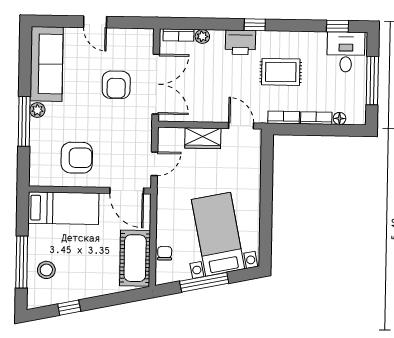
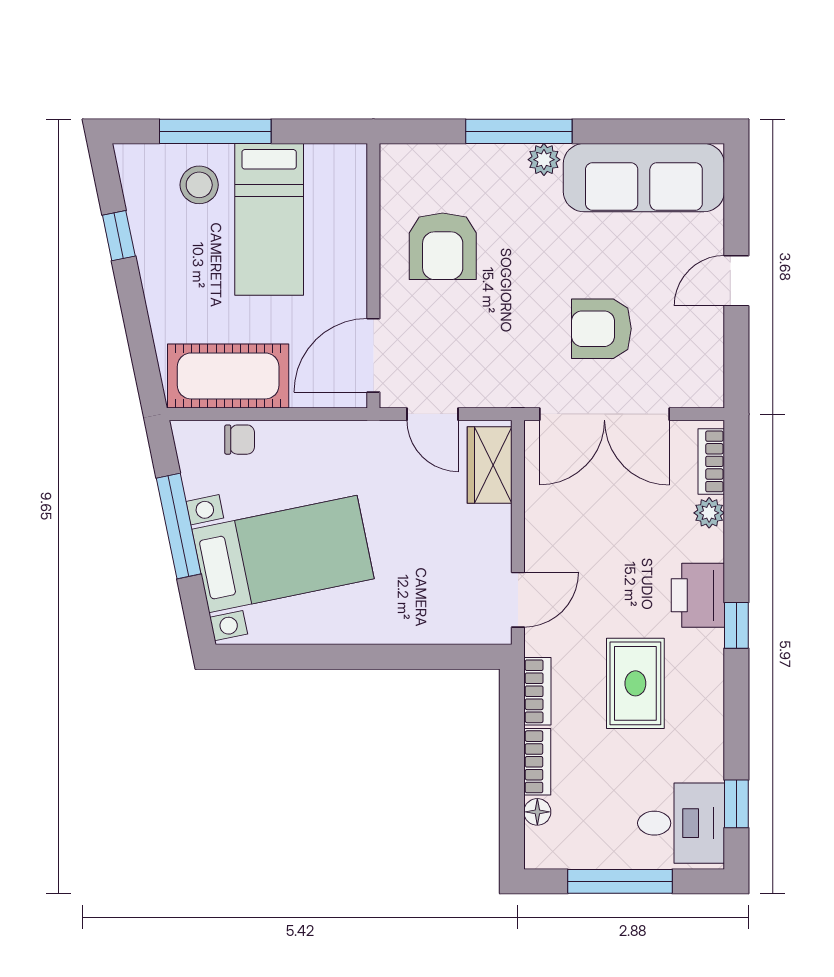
wardrobe: (203, 138) -> (490, 465), moved
bed: (63, 208) -> (269, 219), moved

